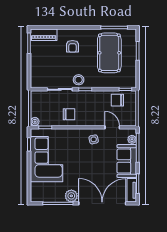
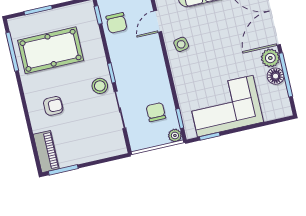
chair: (69, 114) -> (156, 112), moved
floor lamp: (59, 197) -> (276, 76), added

